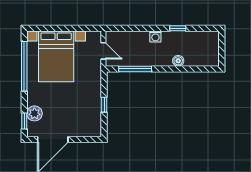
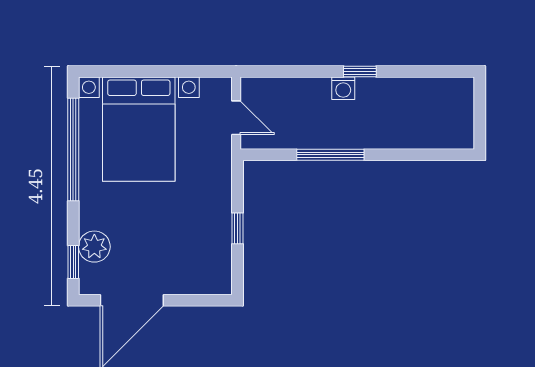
window: (178, 28) -> (360, 71), moved
boiler: (178, 61) -> (390, 138), removed
window: (135, 69) -> (330, 155), moved

